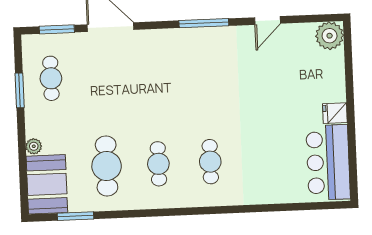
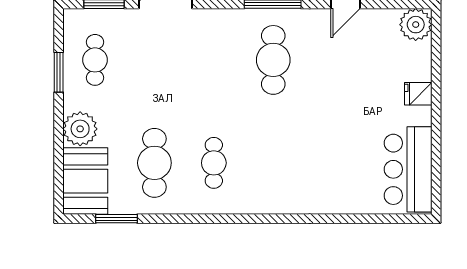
fridge: (335, 113) -> (418, 94), moved
plant: (34, 146) -> (80, 129), width x1.87, depth x1.87
cafe table: (210, 162) -> (273, 60), moved, width x1.37, depth x1.35

